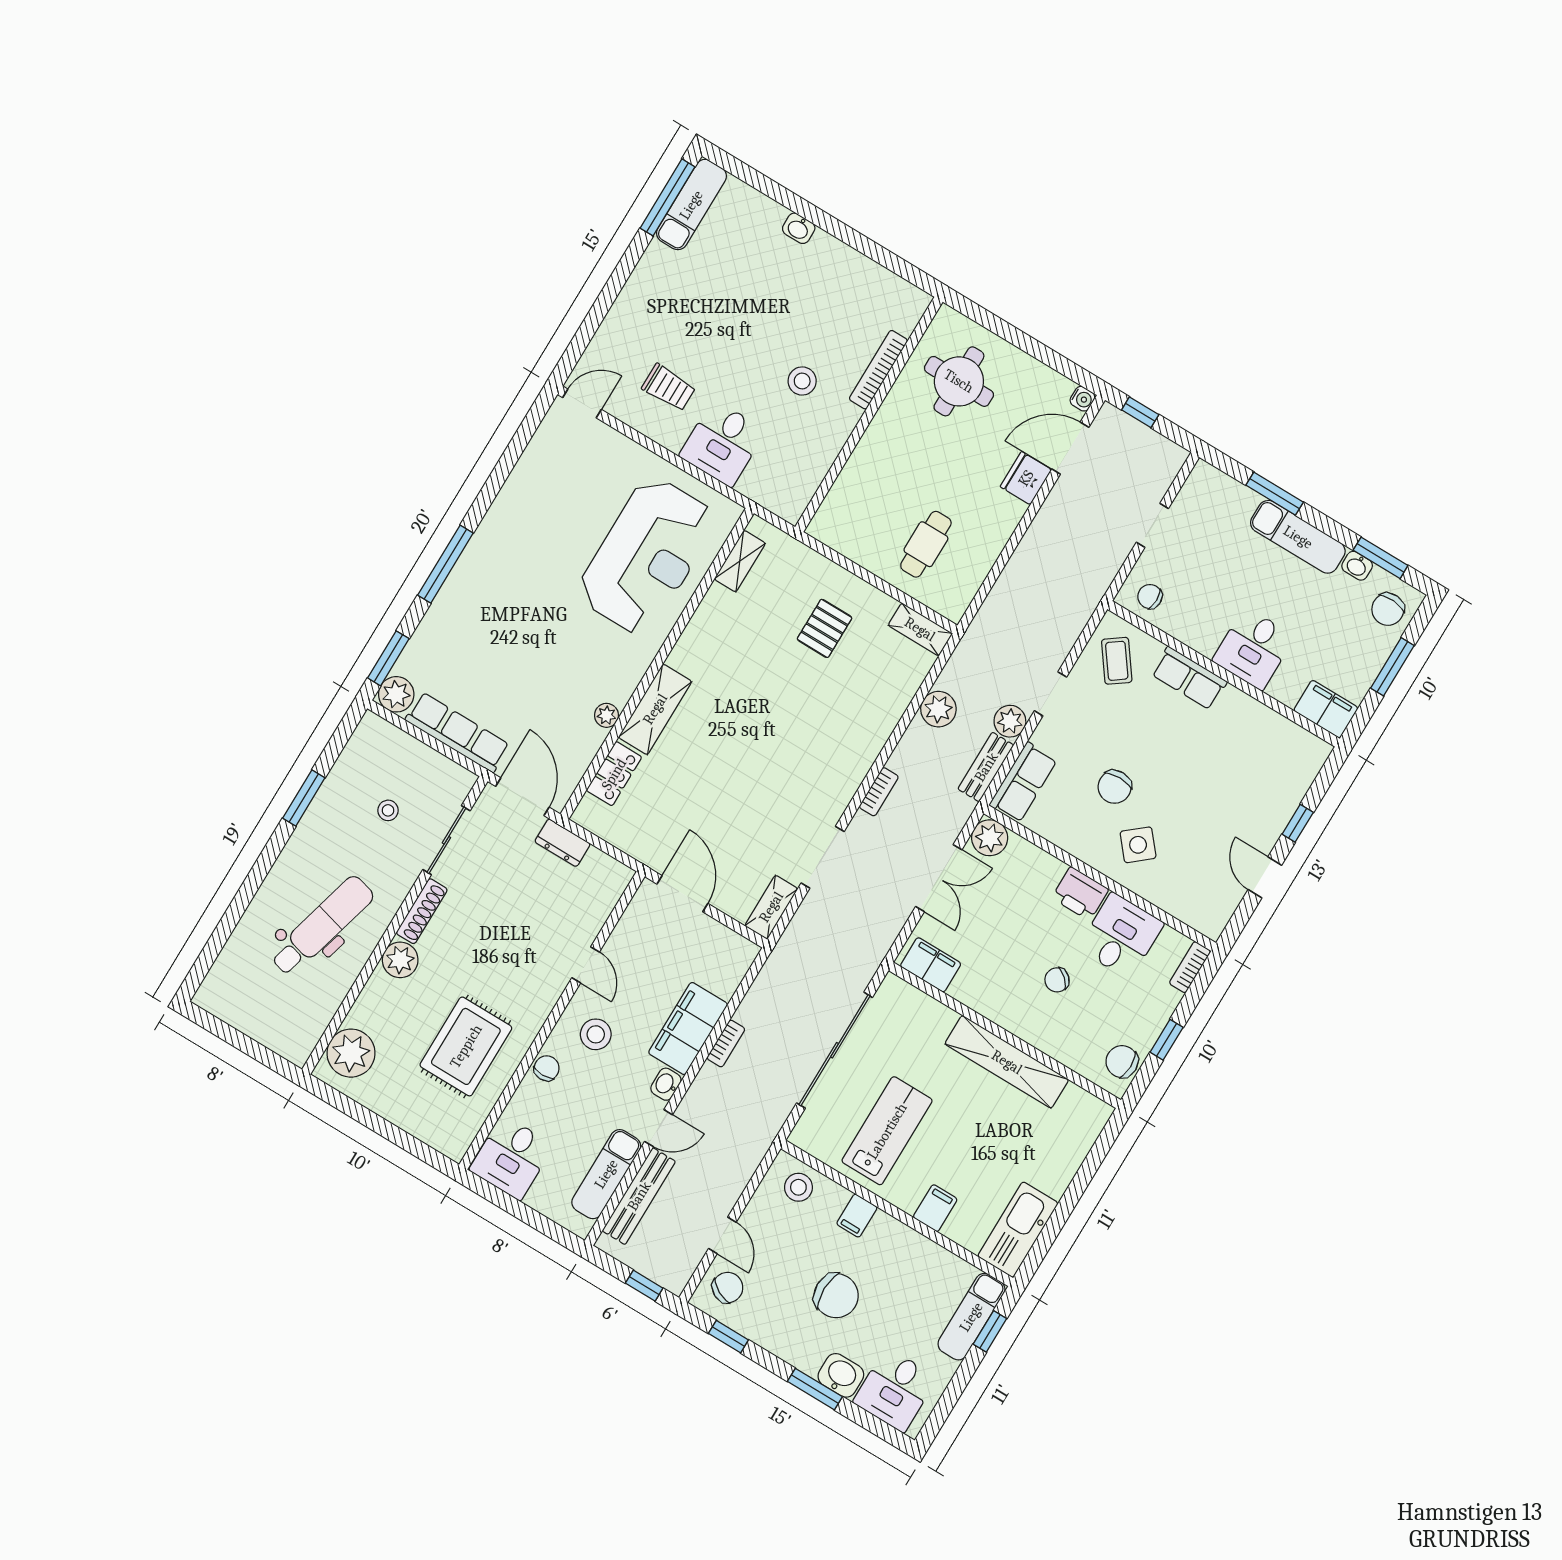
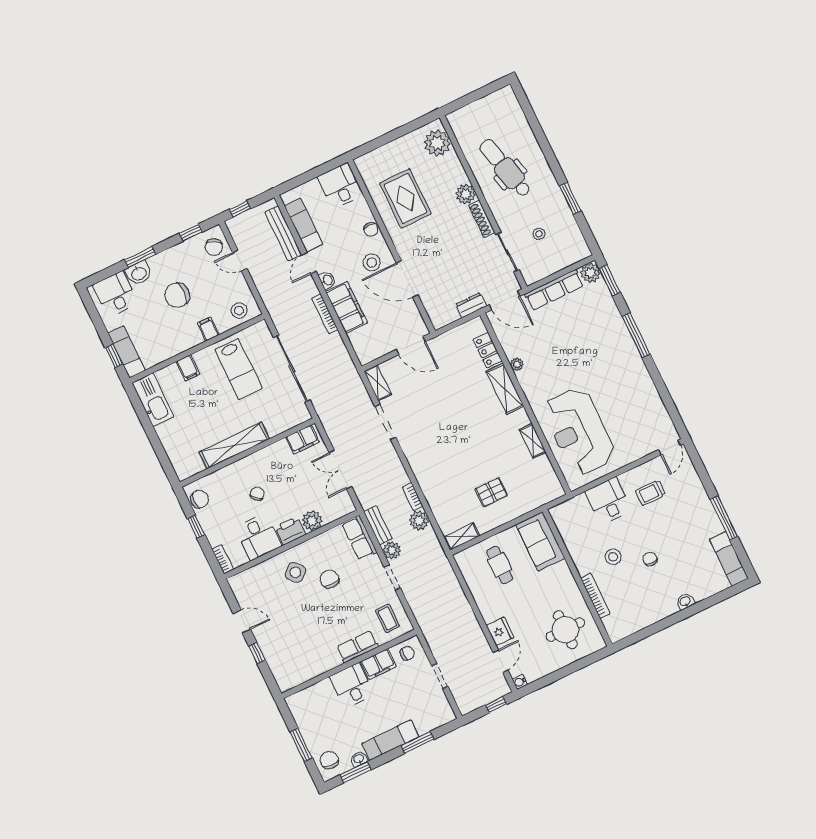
window: (667, 197) -> (724, 518), moved
chair: (769, 323) -> (650, 559), added
door: (1070, 448) -> (501, 661), width x0.73
sofa: (850, 506) -> (540, 541), added
shelving: (740, 561) -> (533, 441), moved
pallet: (825, 628) -> (491, 492), turned 90
coffee table: (1117, 661) -> (387, 618), turned 36
filing cabinet: (1326, 709) -> (378, 664), moved
bookcase: (879, 792) -> (413, 497), moved
plant: (990, 838) -> (312, 521), moved
dental chair: (322, 926) -> (505, 168), turned 151
door: (586, 965) -> (407, 279), width x1.87
bookcase: (726, 1044) -> (325, 314), width x1.56

